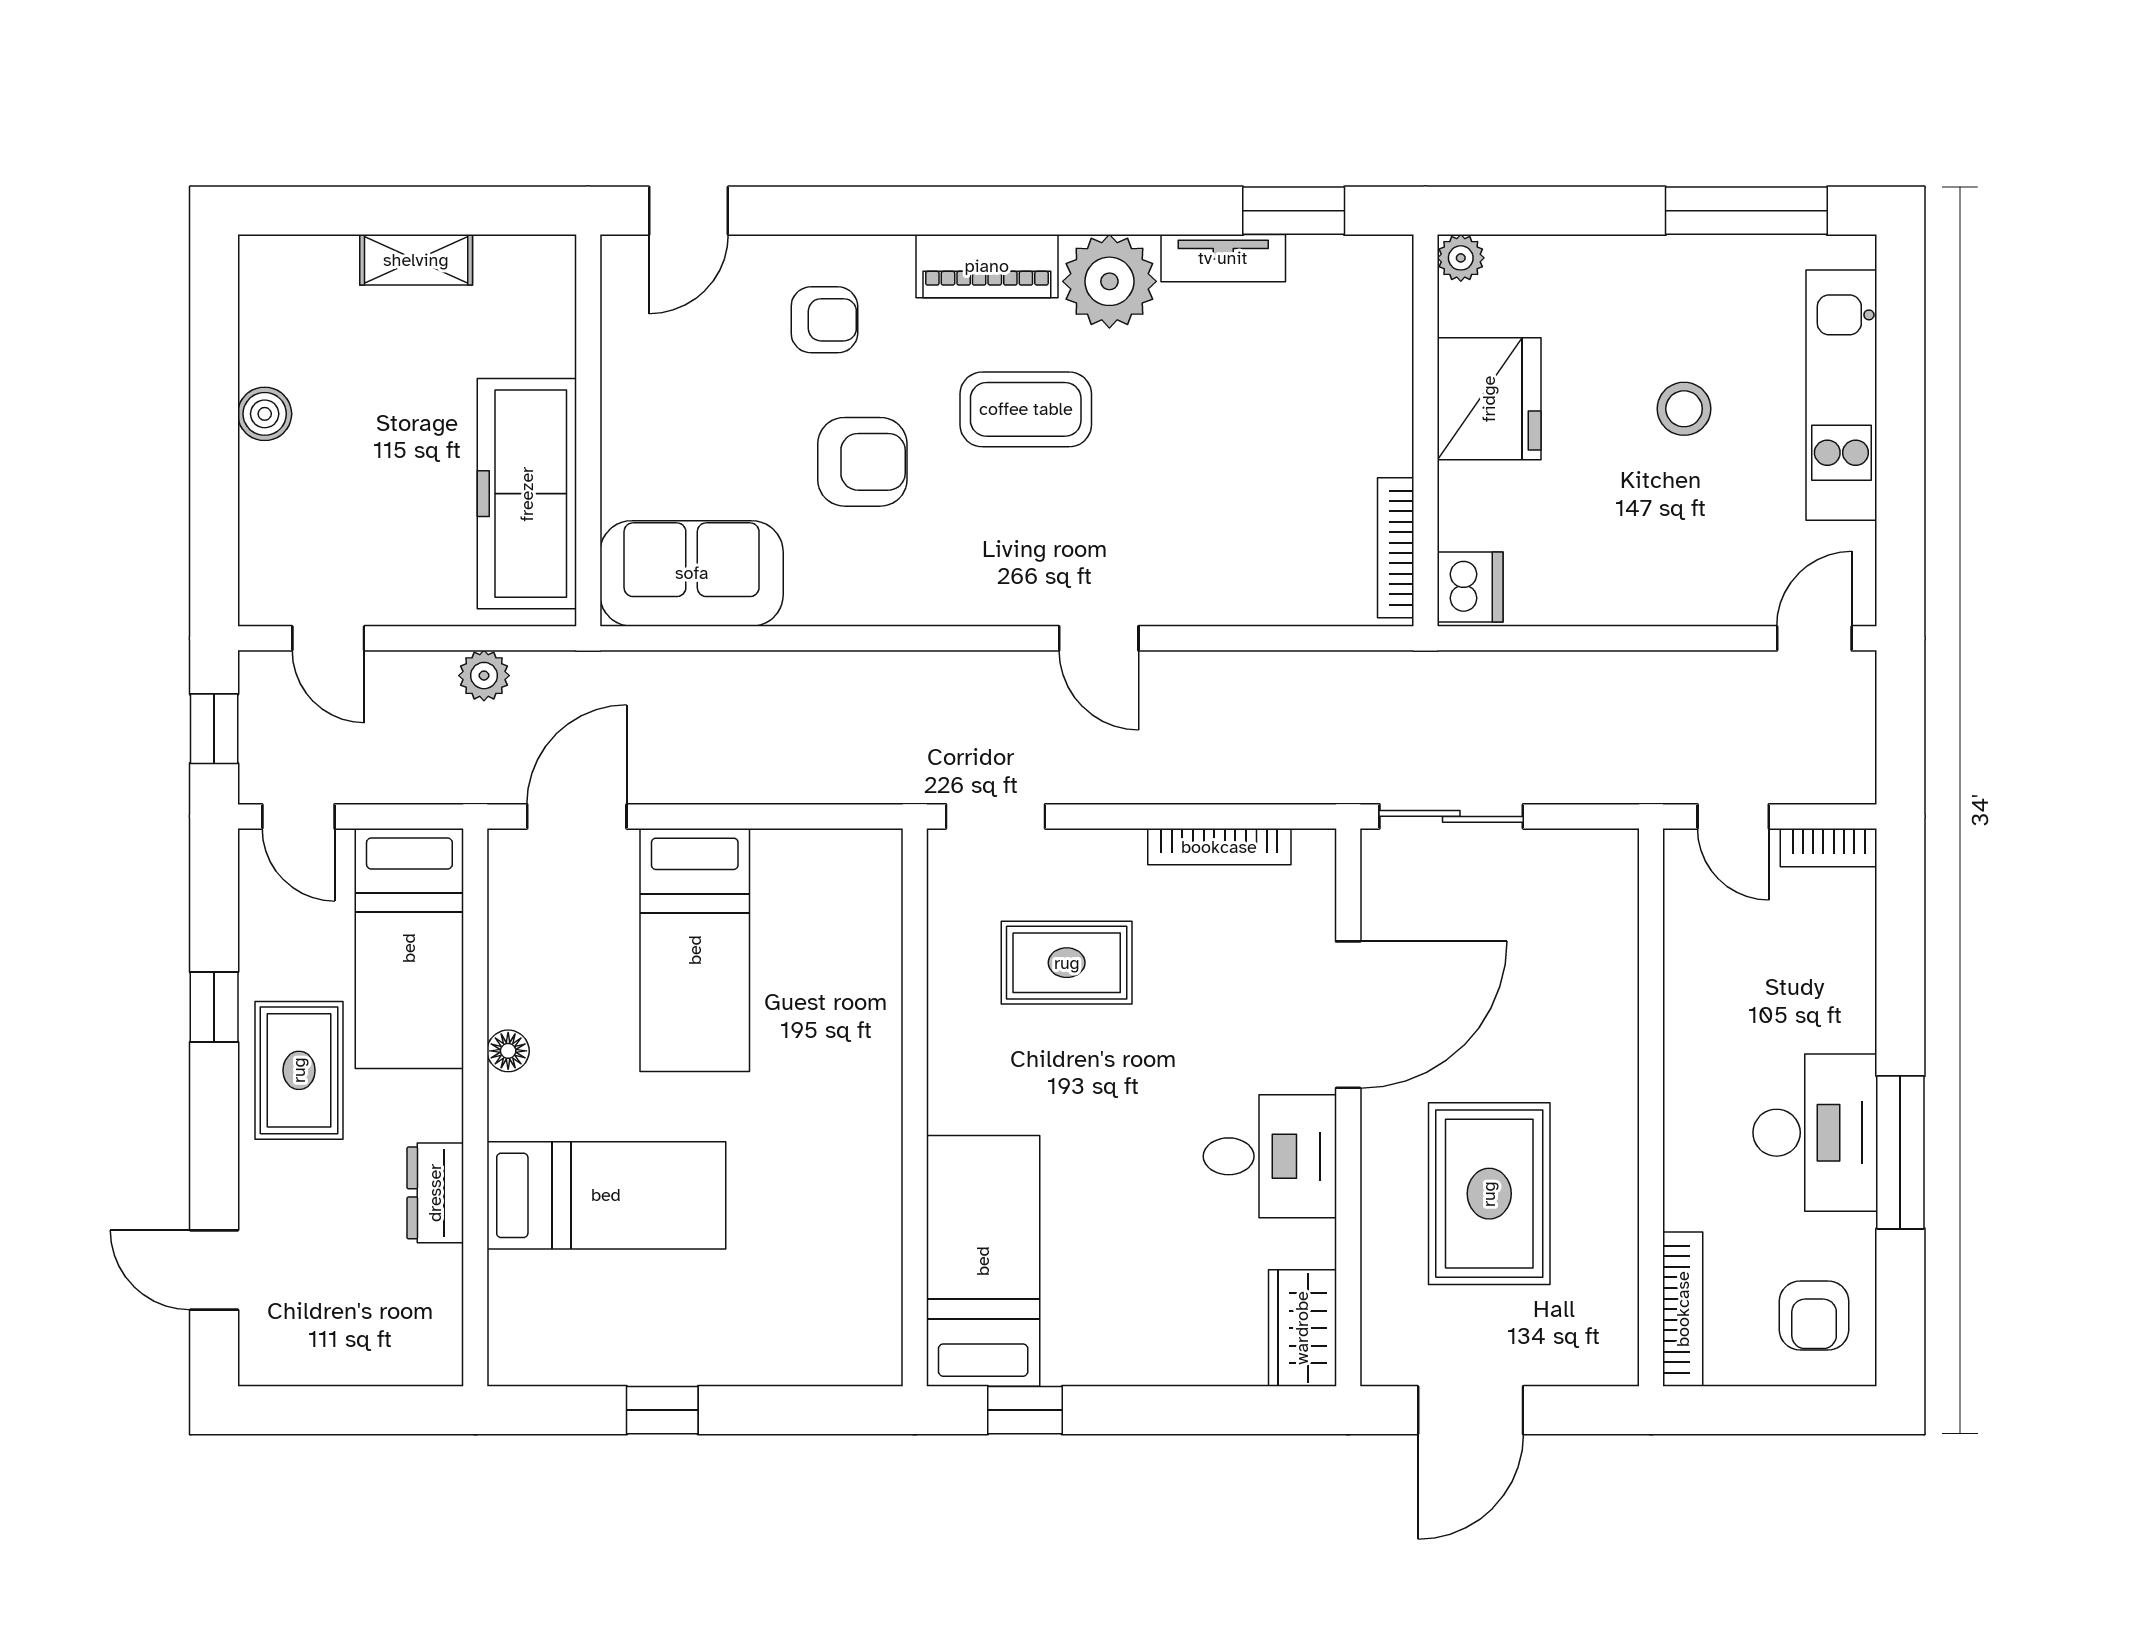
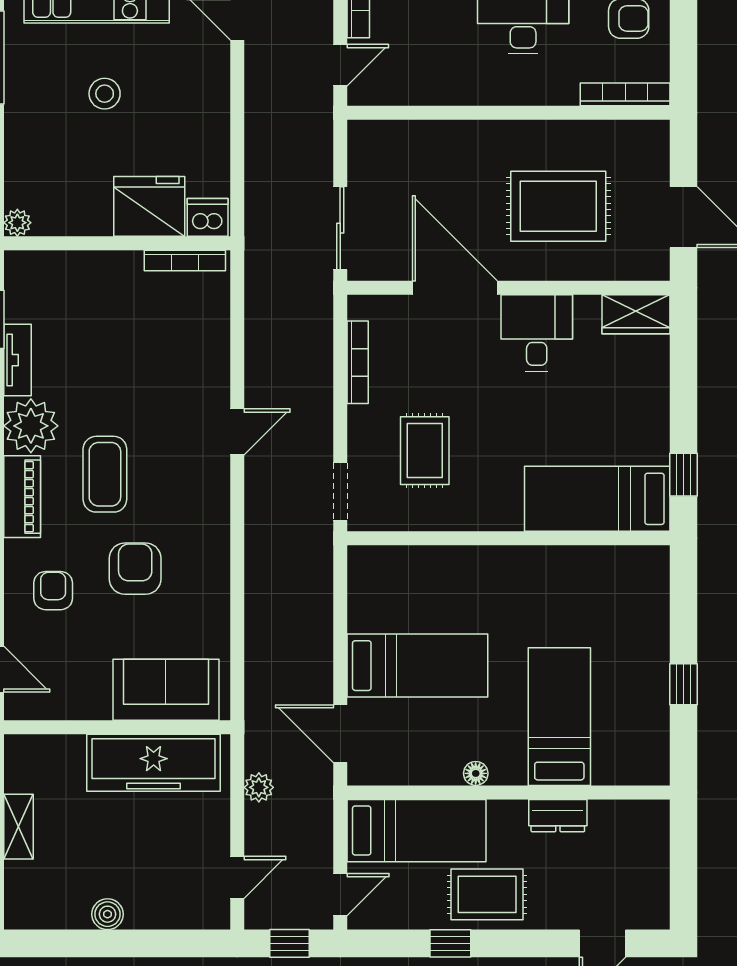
fridge: (1489, 399) -> (149, 206), moved
sofa: (692, 573) -> (166, 690), moved, turned 90

